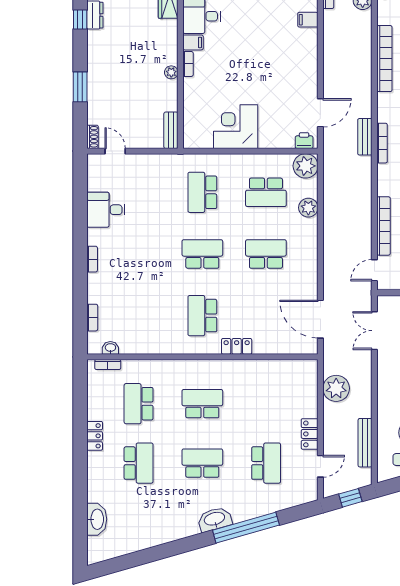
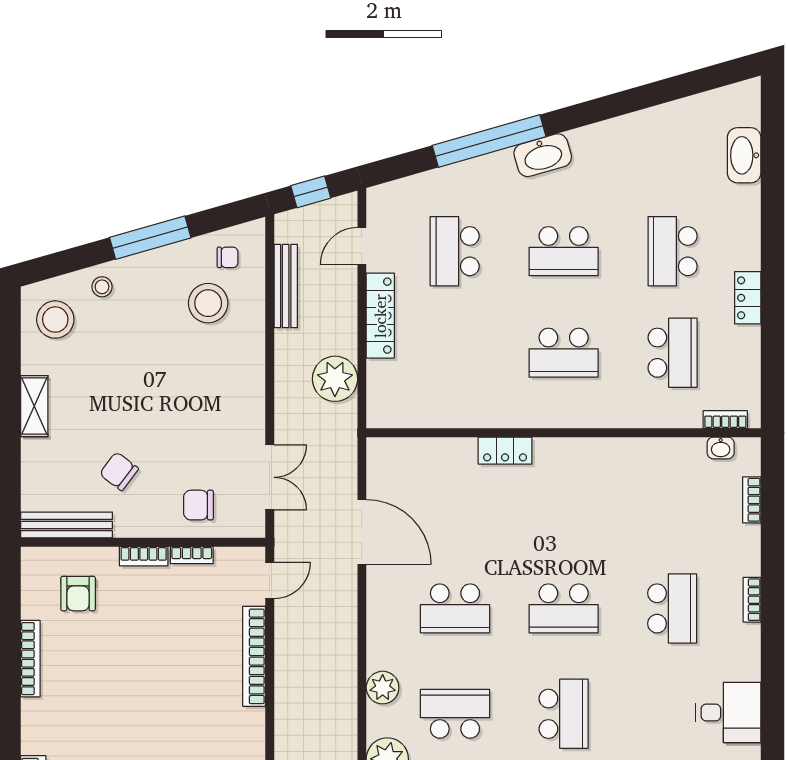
desk: (106, 210) -> (728, 712), moved
school desk: (202, 316) -> (672, 608), moved
door: (320, 319) -> (362, 532), moved
locker: (310, 434) -> (380, 316), width x1.53

